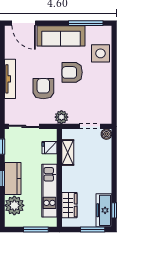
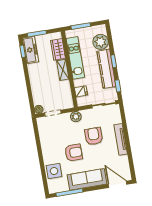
armchair: (43, 89) -> (94, 136), turned 180
shelving: (68, 152) -> (63, 70), moved
kitchen counter: (13, 179) -> (106, 69), width x1.50

